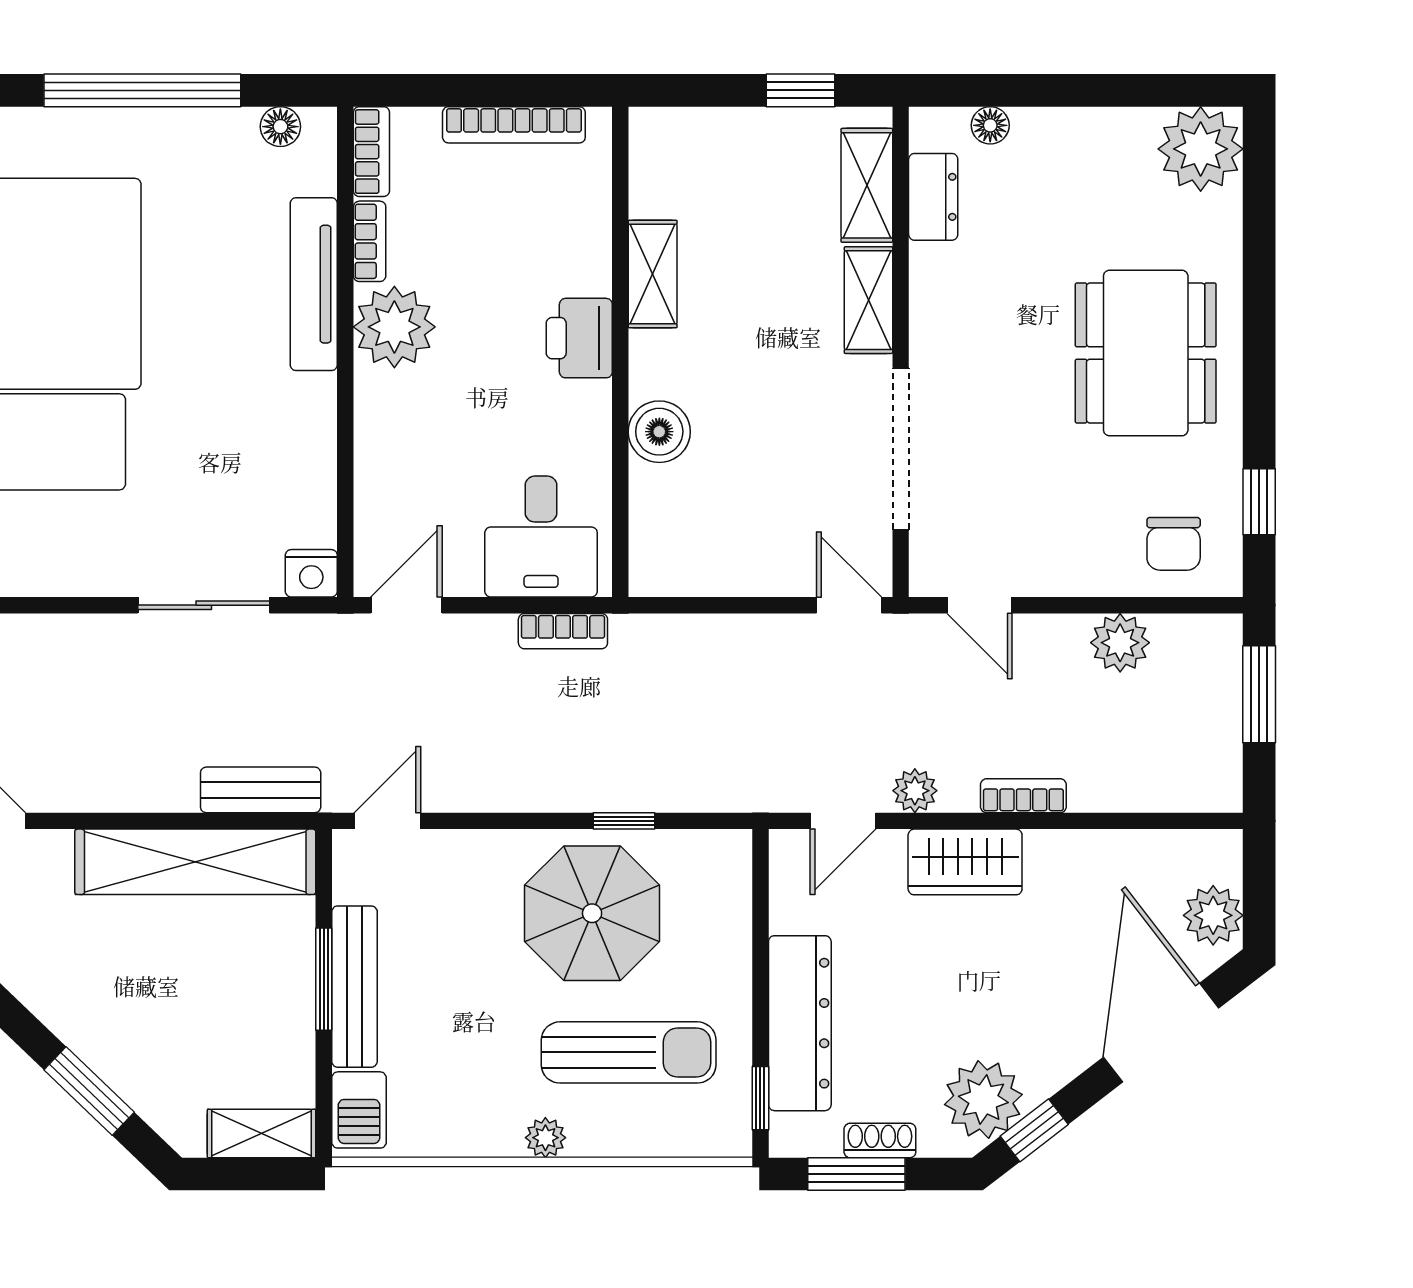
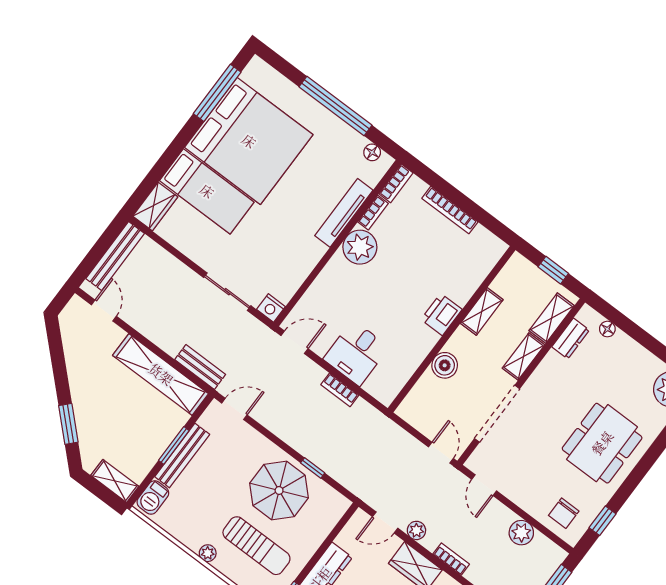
shelving: (653, 274) -> (482, 311), moved
printer: (579, 338) -> (441, 314), moved
wall: (620, 352) -> (452, 329), moved
boiler: (659, 432) -> (445, 365), moved

